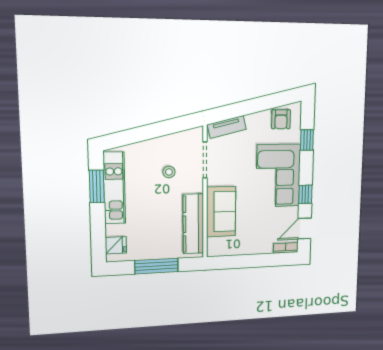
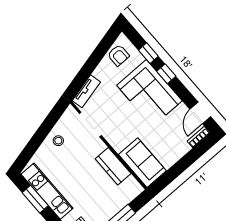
stool: (169, 172) -> (58, 141), moved
window: (305, 194) -> (166, 74), moved
sofa: (221, 212) -> (142, 163), moved
kitchen counter: (193, 224) -> (113, 166), width x0.67

